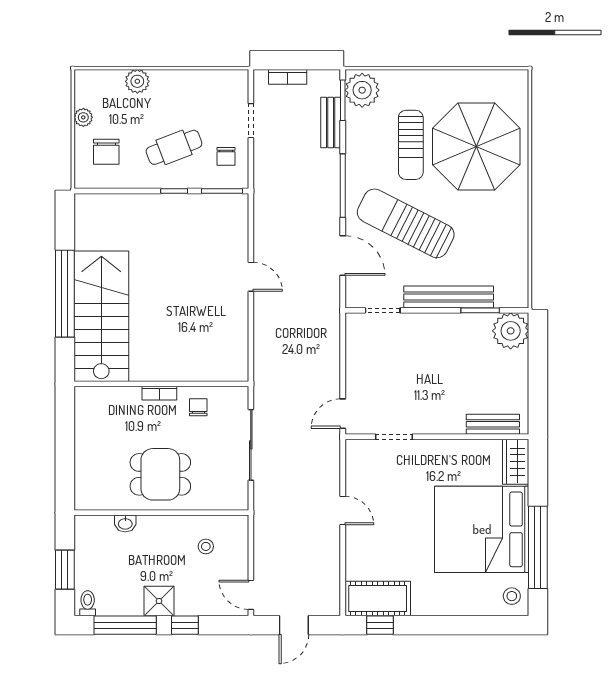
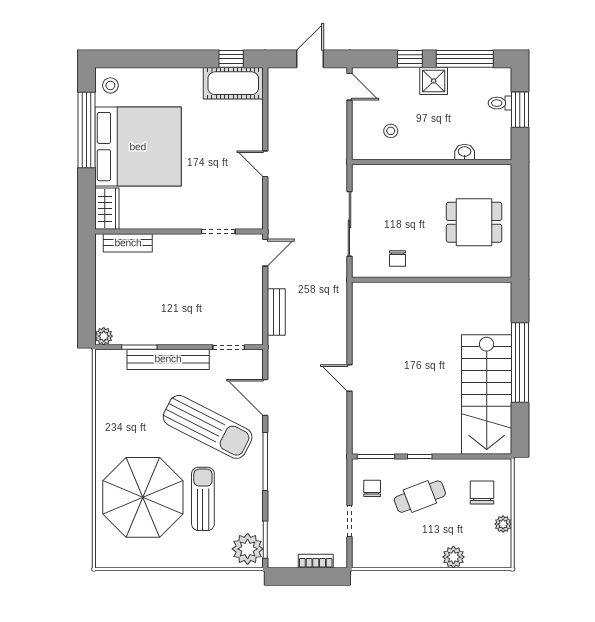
bench: (331, 122) -> (276, 312), moved
stairs: (101, 316) -> (487, 395), moved
plant: (511, 331) -> (104, 336), width x0.53, depth x0.53
bookcase: (159, 393) -> (433, 271), removed
dining table: (160, 474) -> (474, 222), moved
toilet: (88, 603) -> (500, 103), moved, turned 90

